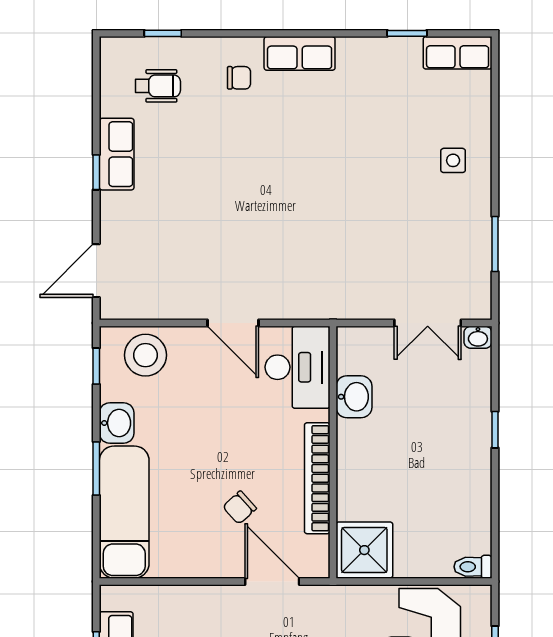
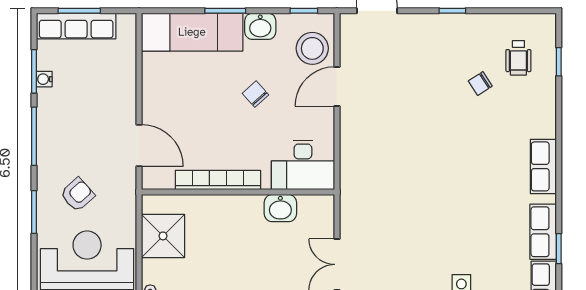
chair: (239, 78) -> (480, 84), moved, turned 57
row of seats: (117, 154) -> (543, 232), moved, turned 90
door: (233, 323) -> (337, 86), moved
chair: (240, 508) -> (255, 94), moved
shower: (364, 550) -> (163, 236), moved
door: (272, 581) -> (139, 145), hinge flipped

